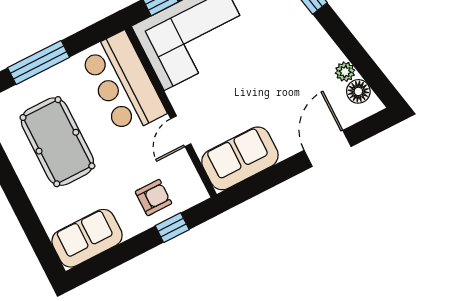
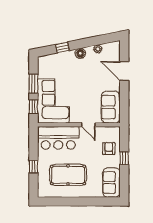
window: (39, 62) -> (33, 167), width x0.46
floor lamp: (358, 91) -> (80, 53), moved
window: (172, 228) -> (124, 158), moved

